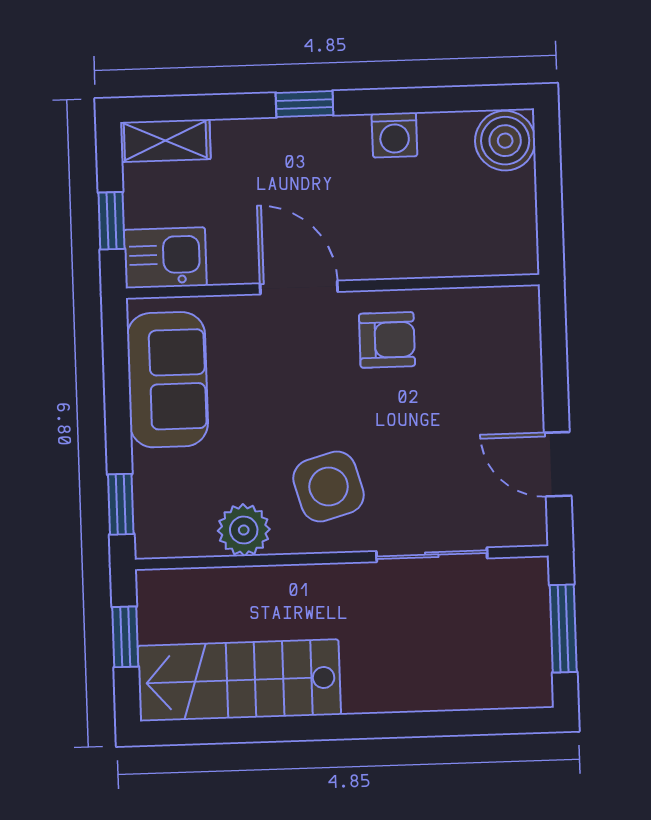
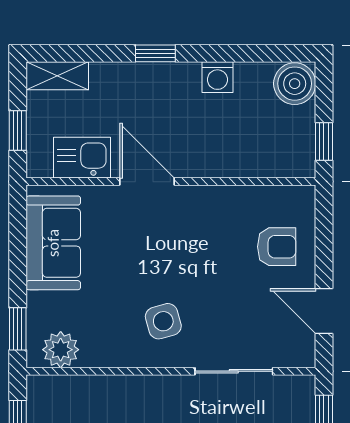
window: (550, 222) -> (324, 141), added
kitchen sink: (165, 258) -> (82, 158), moved
armchair: (387, 340) -> (277, 247), moved
side table: (329, 487) -> (163, 321), width x0.73, depth x0.73
plant: (244, 530) -> (61, 350), moved

